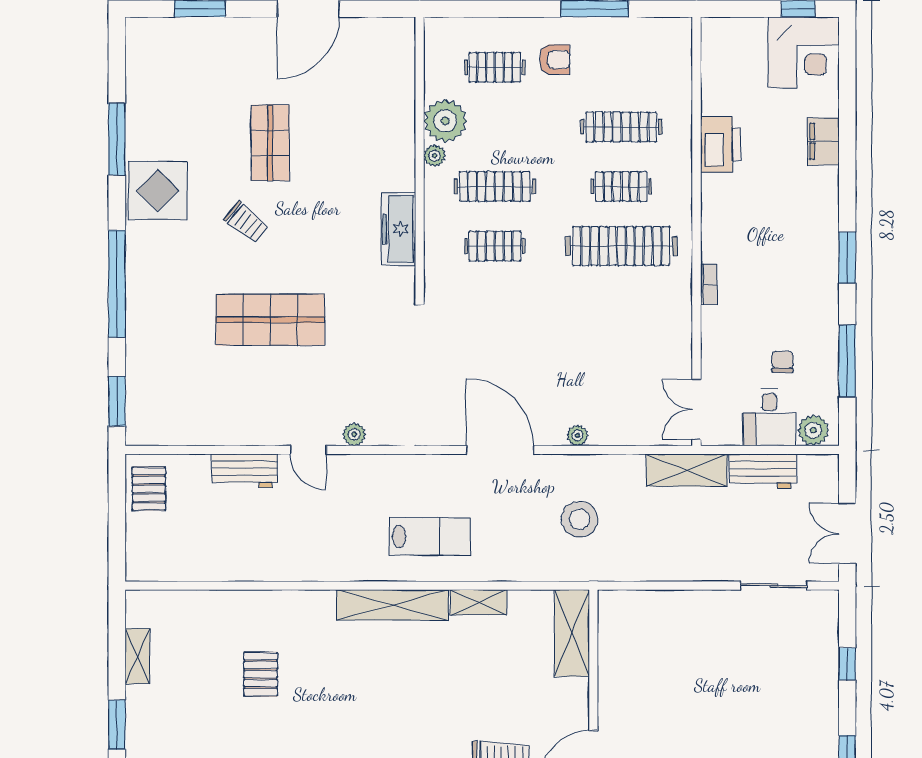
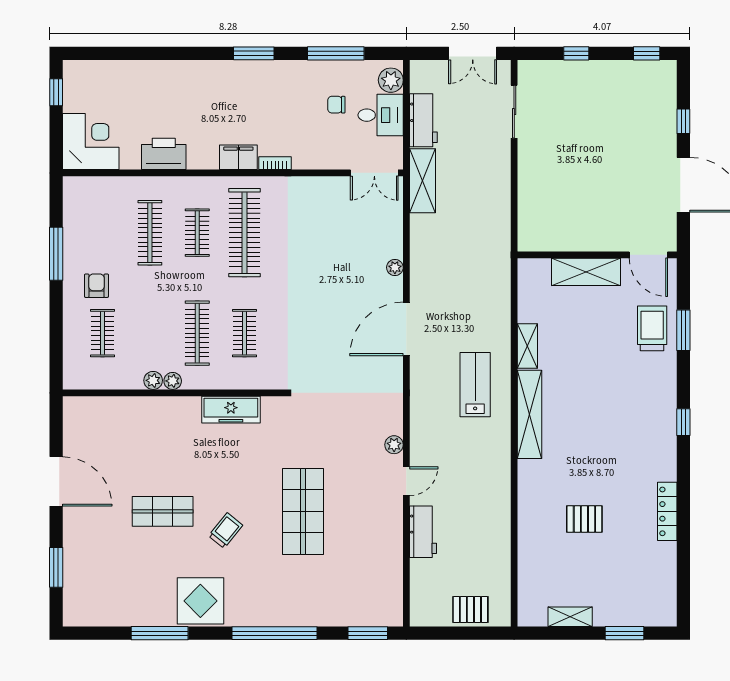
corner desk: (804, 52) -> (91, 142), moved
plant: (445, 121) -> (153, 380), width x0.53, depth x0.53
filing cabinet: (823, 141) -> (238, 157), moved, turned 180
pallet: (149, 489) -> (470, 609), moved
stool: (580, 519) -> (461, 266), removed
shelving: (572, 633) -> (586, 272), moved

